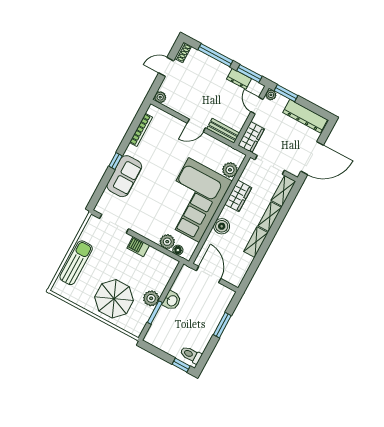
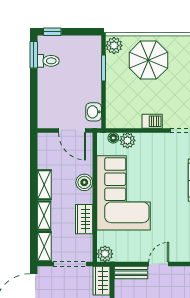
plant: (230, 170) -> (105, 254), moved
plant: (151, 298) -> (114, 46), moved
washbasin: (172, 301) -> (94, 112), moved
window: (222, 325) -> (34, 55), moved
toilet: (191, 355) -> (48, 61), moved

